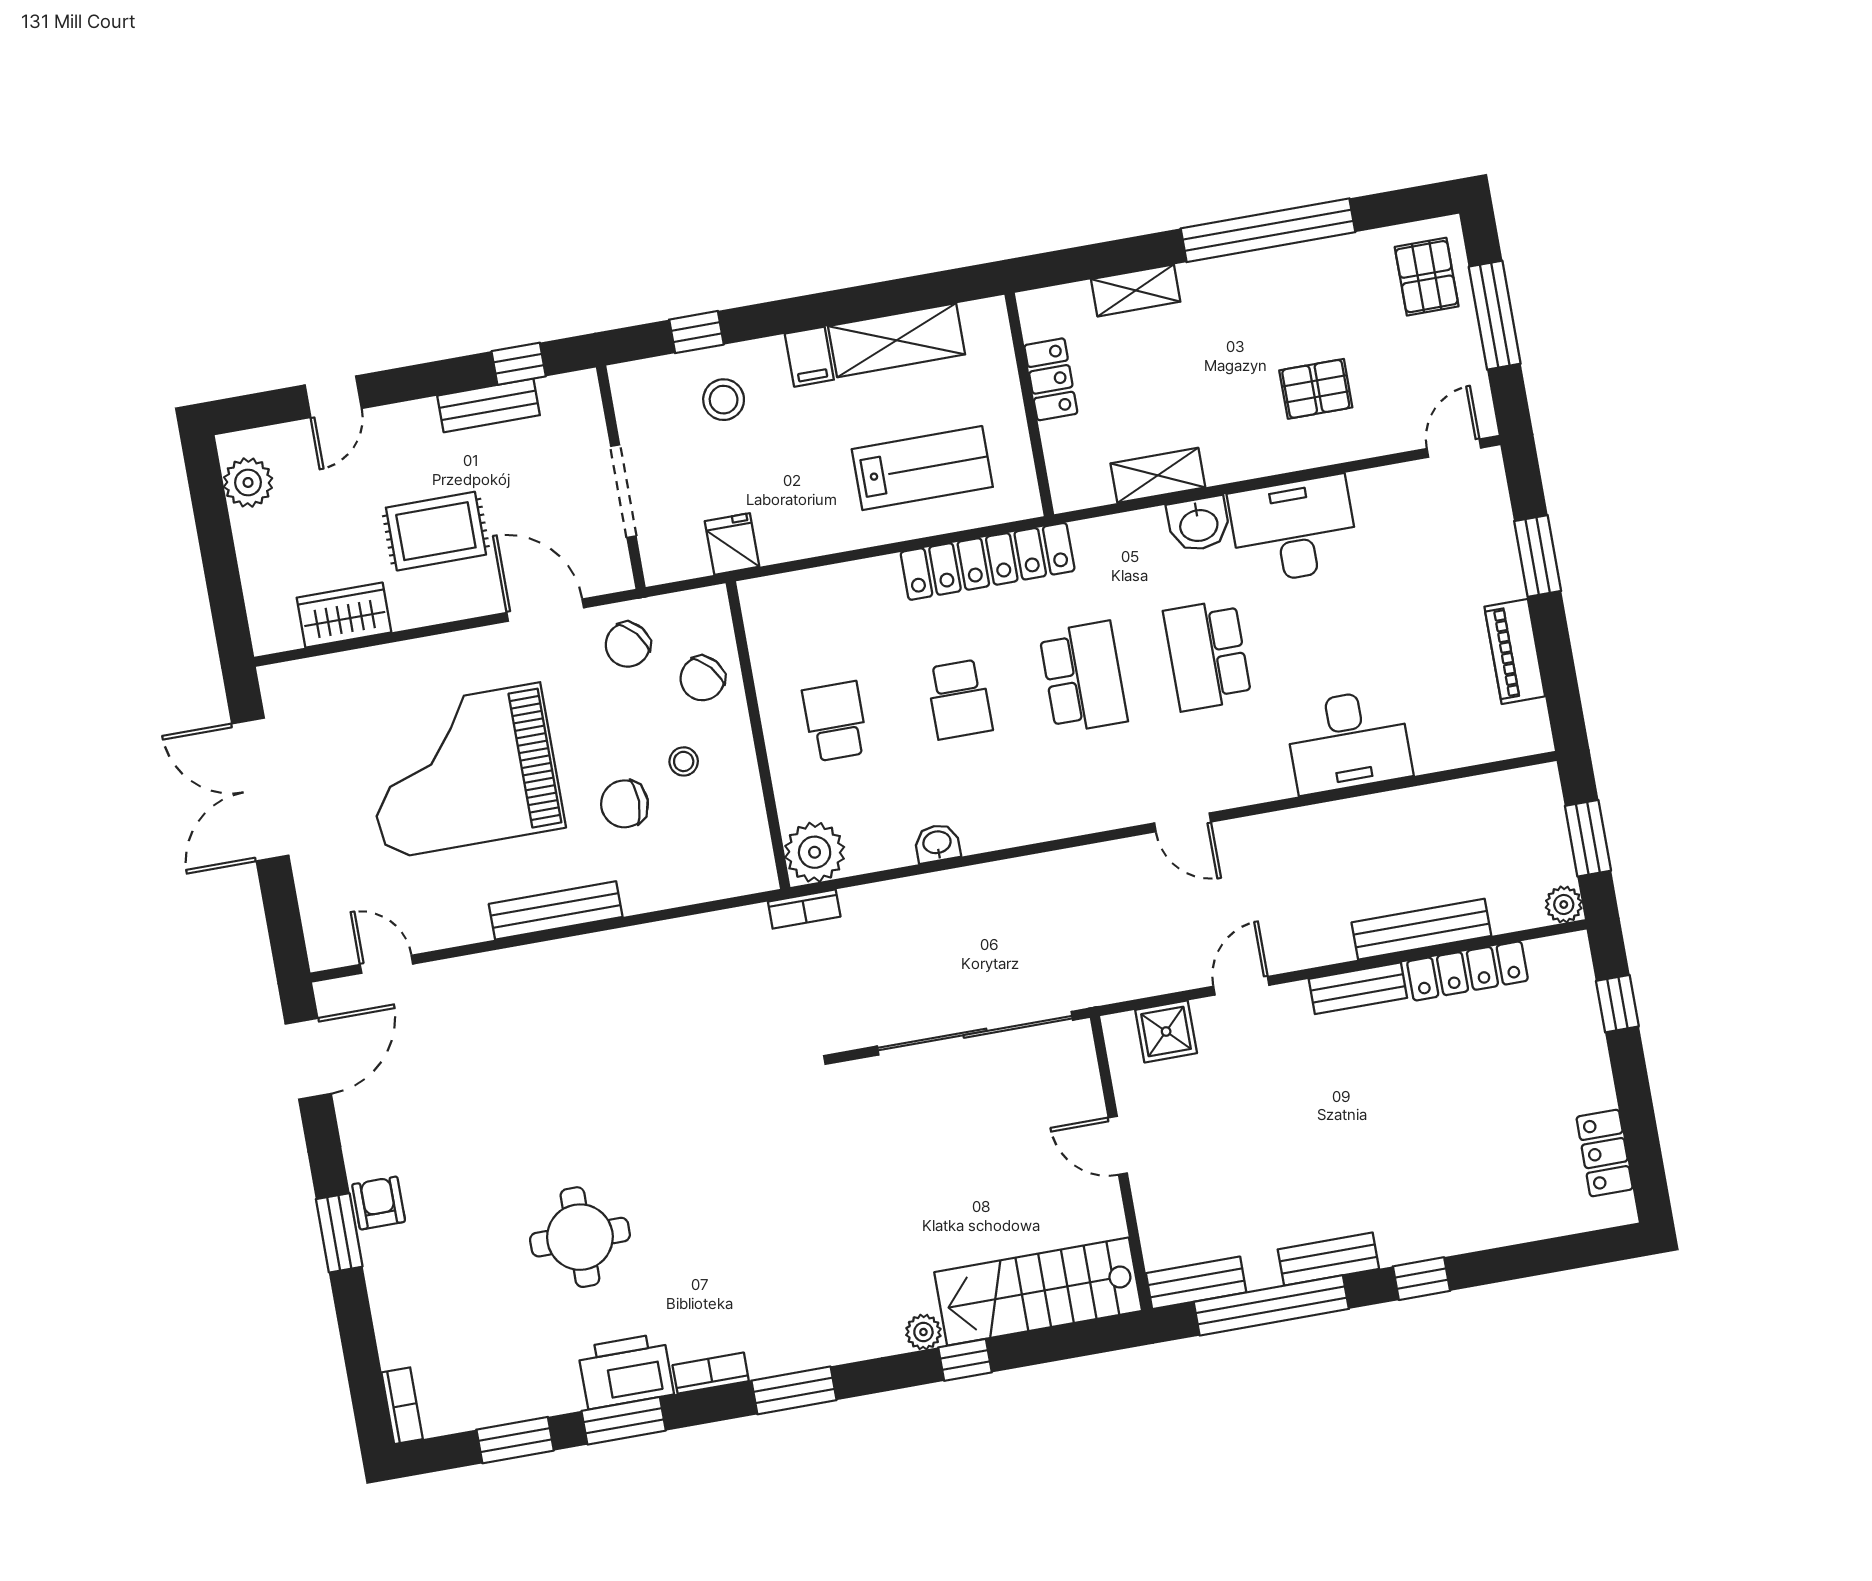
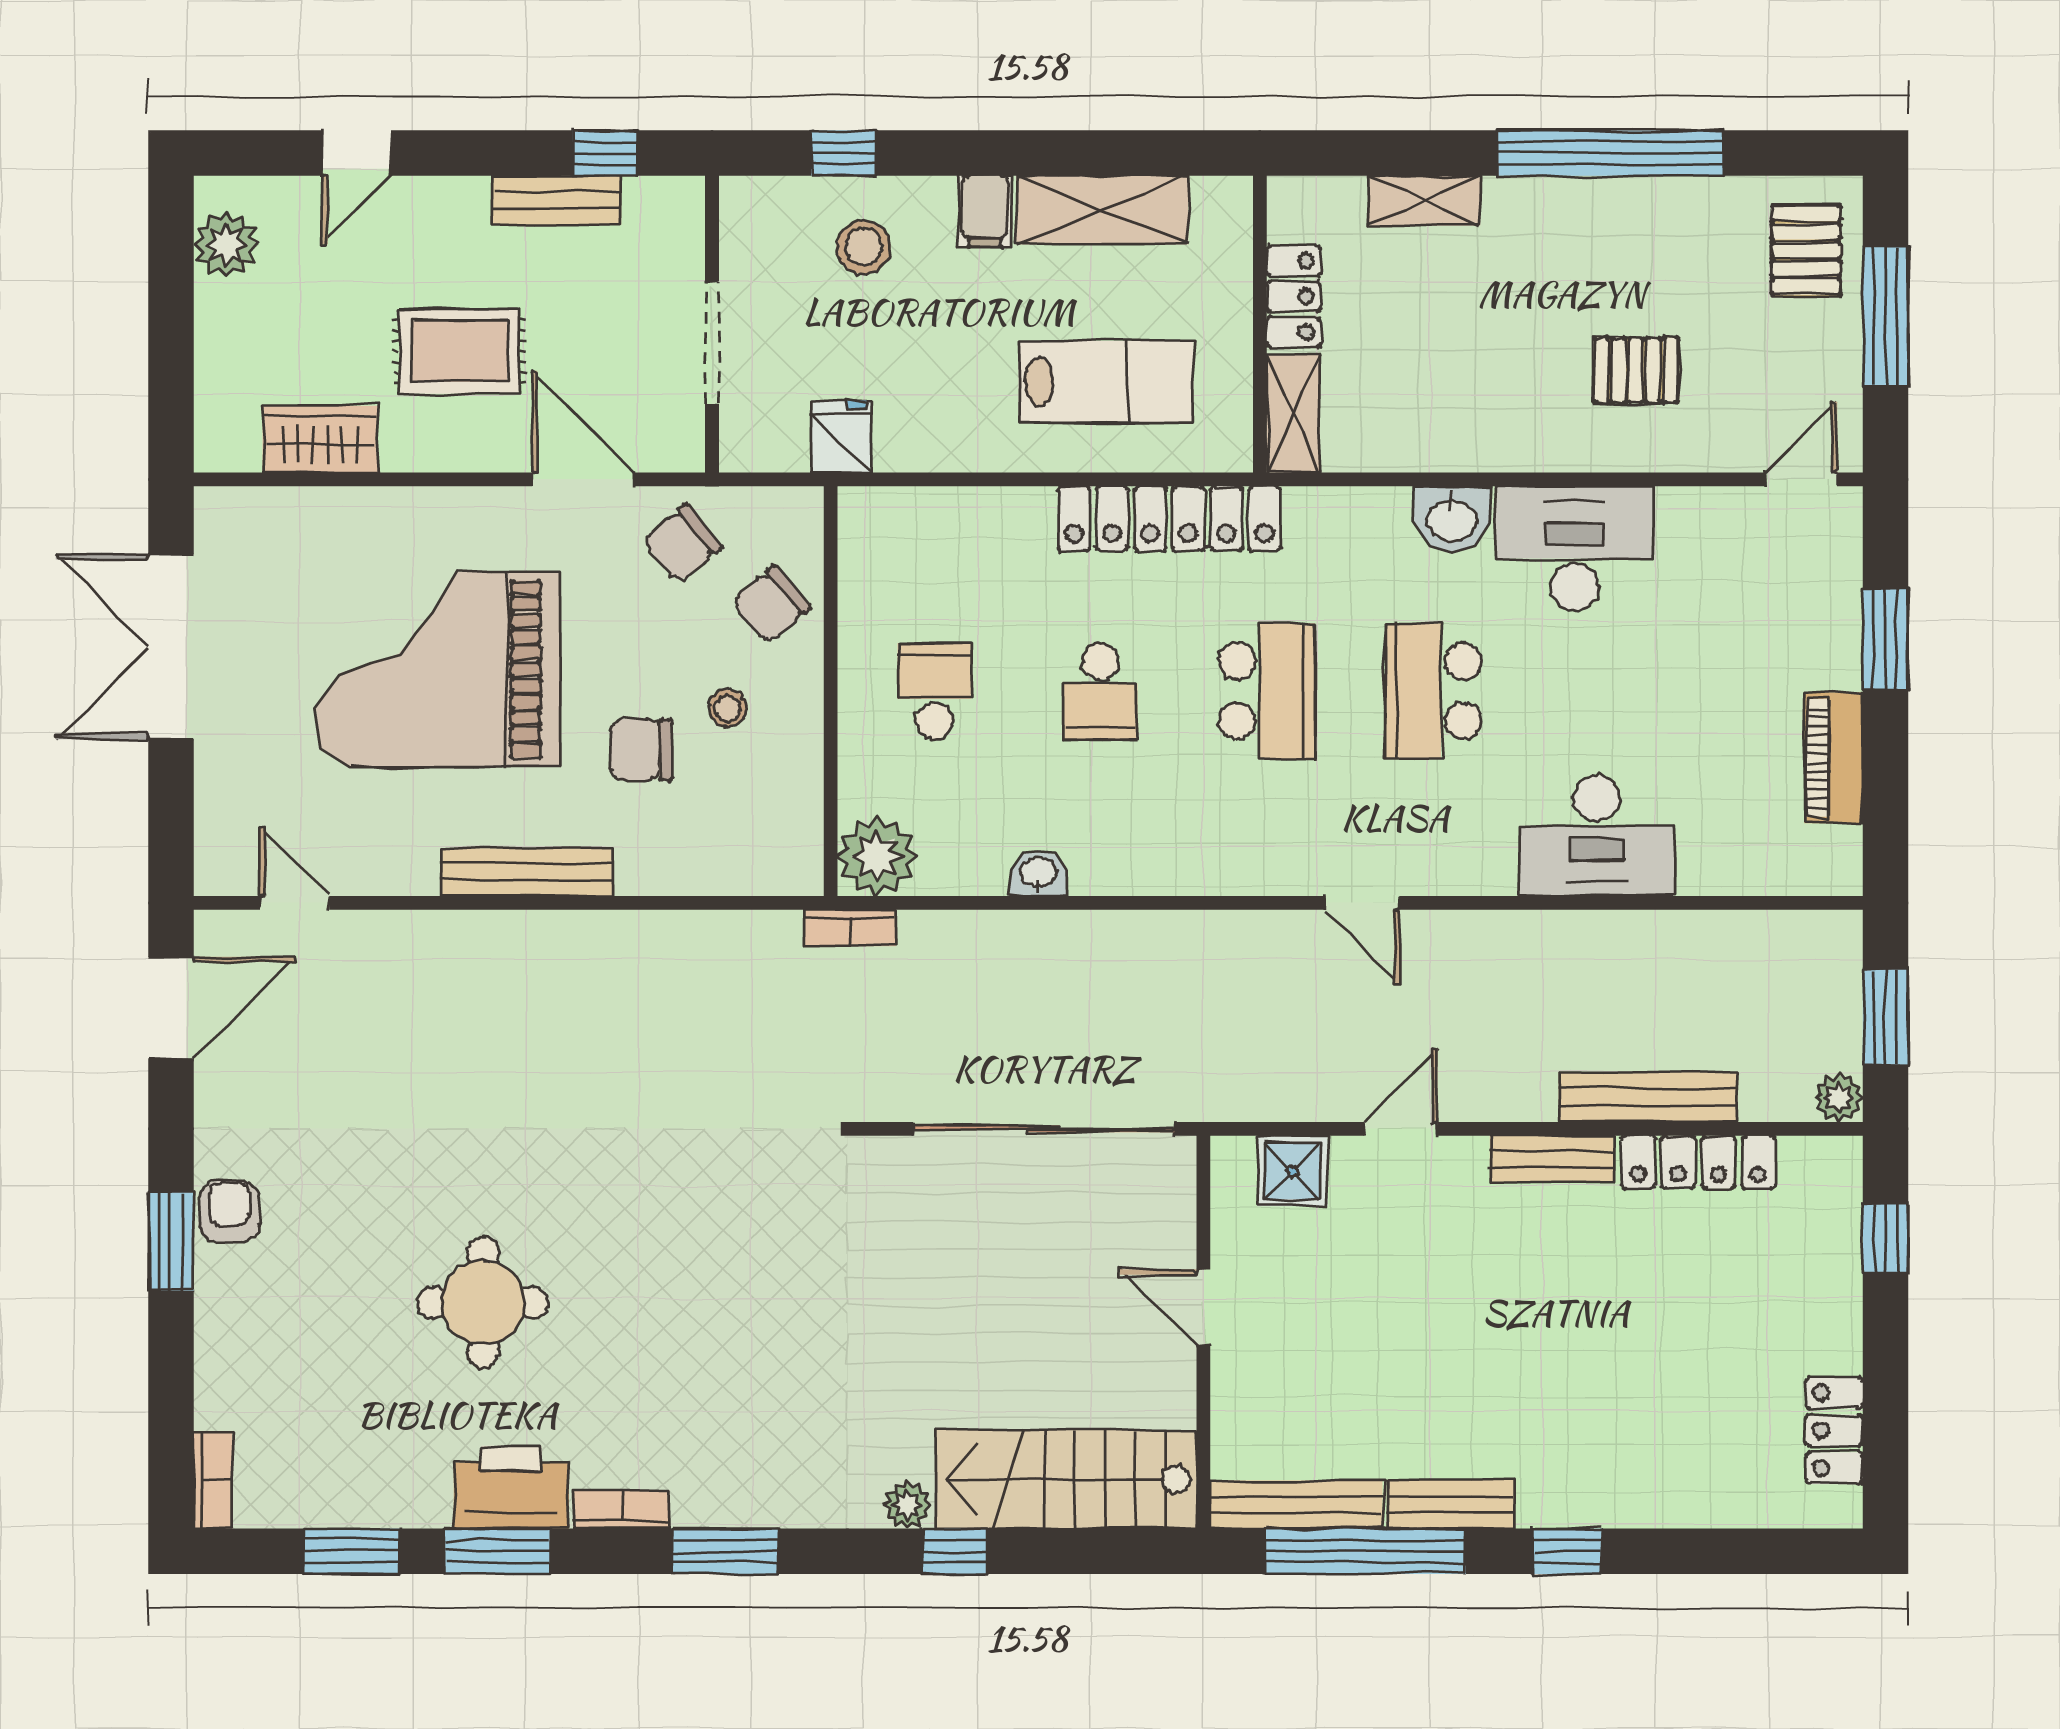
shelving: (1158, 475) -> (1293, 414), moved, turned 90
bench: (1196, 1283) -> (1296, 1505), width x1.36

